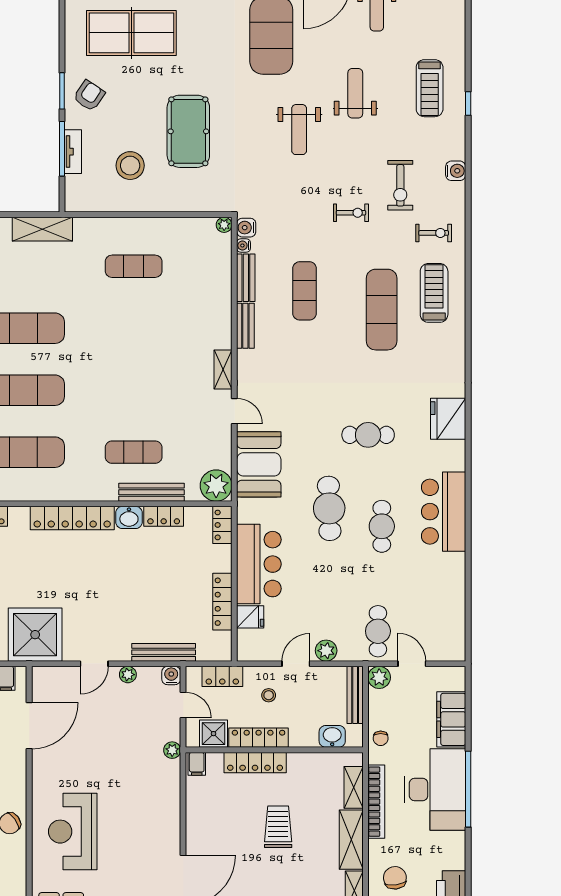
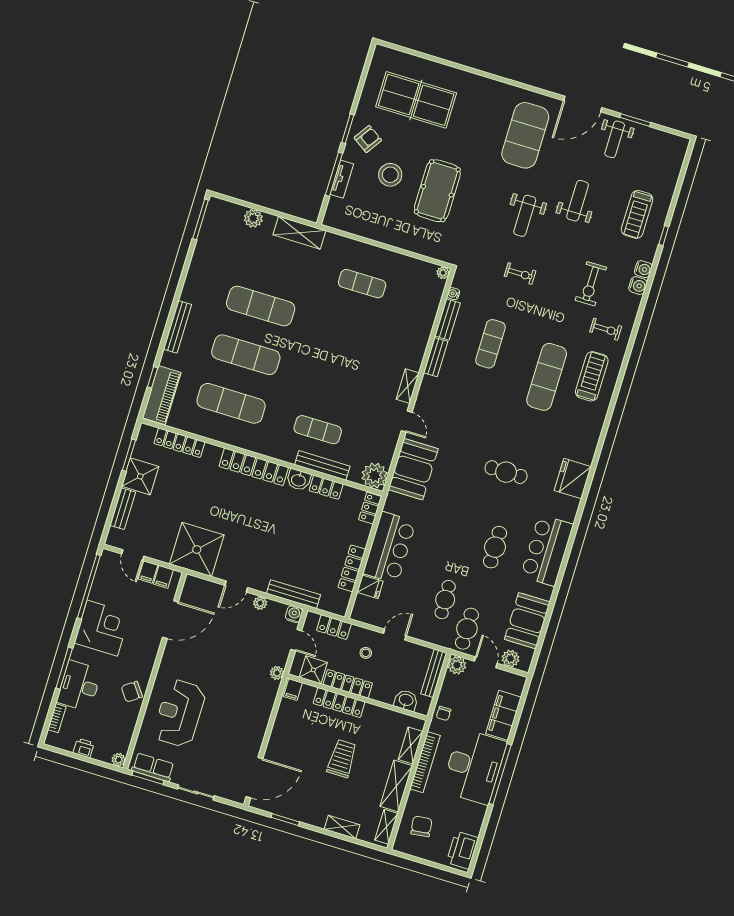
stool: (130, 166) -> (390, 175), moved
exercise bike: (351, 213) -> (520, 274), moved
water cooler: (246, 228) -> (643, 269), moved, turned 180
cafe table: (329, 508) -> (445, 600), moved, width x0.73, depth x0.74
booth: (445, 601) -> (527, 621), added
plant: (326, 651) -> (510, 659), moved

